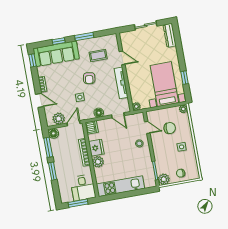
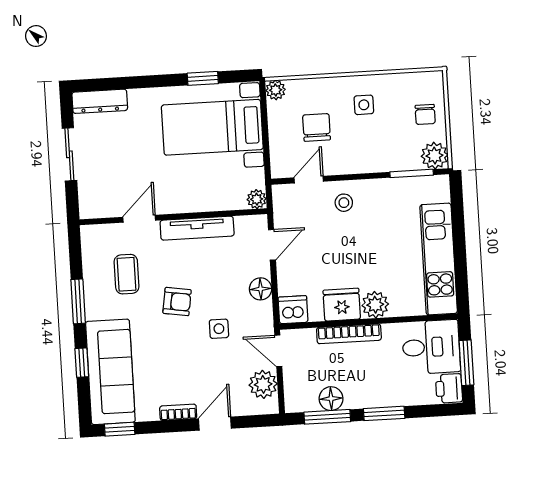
floor lamp: (53, 133) -> (331, 399), moved
printer: (66, 197) -> (449, 388), added

